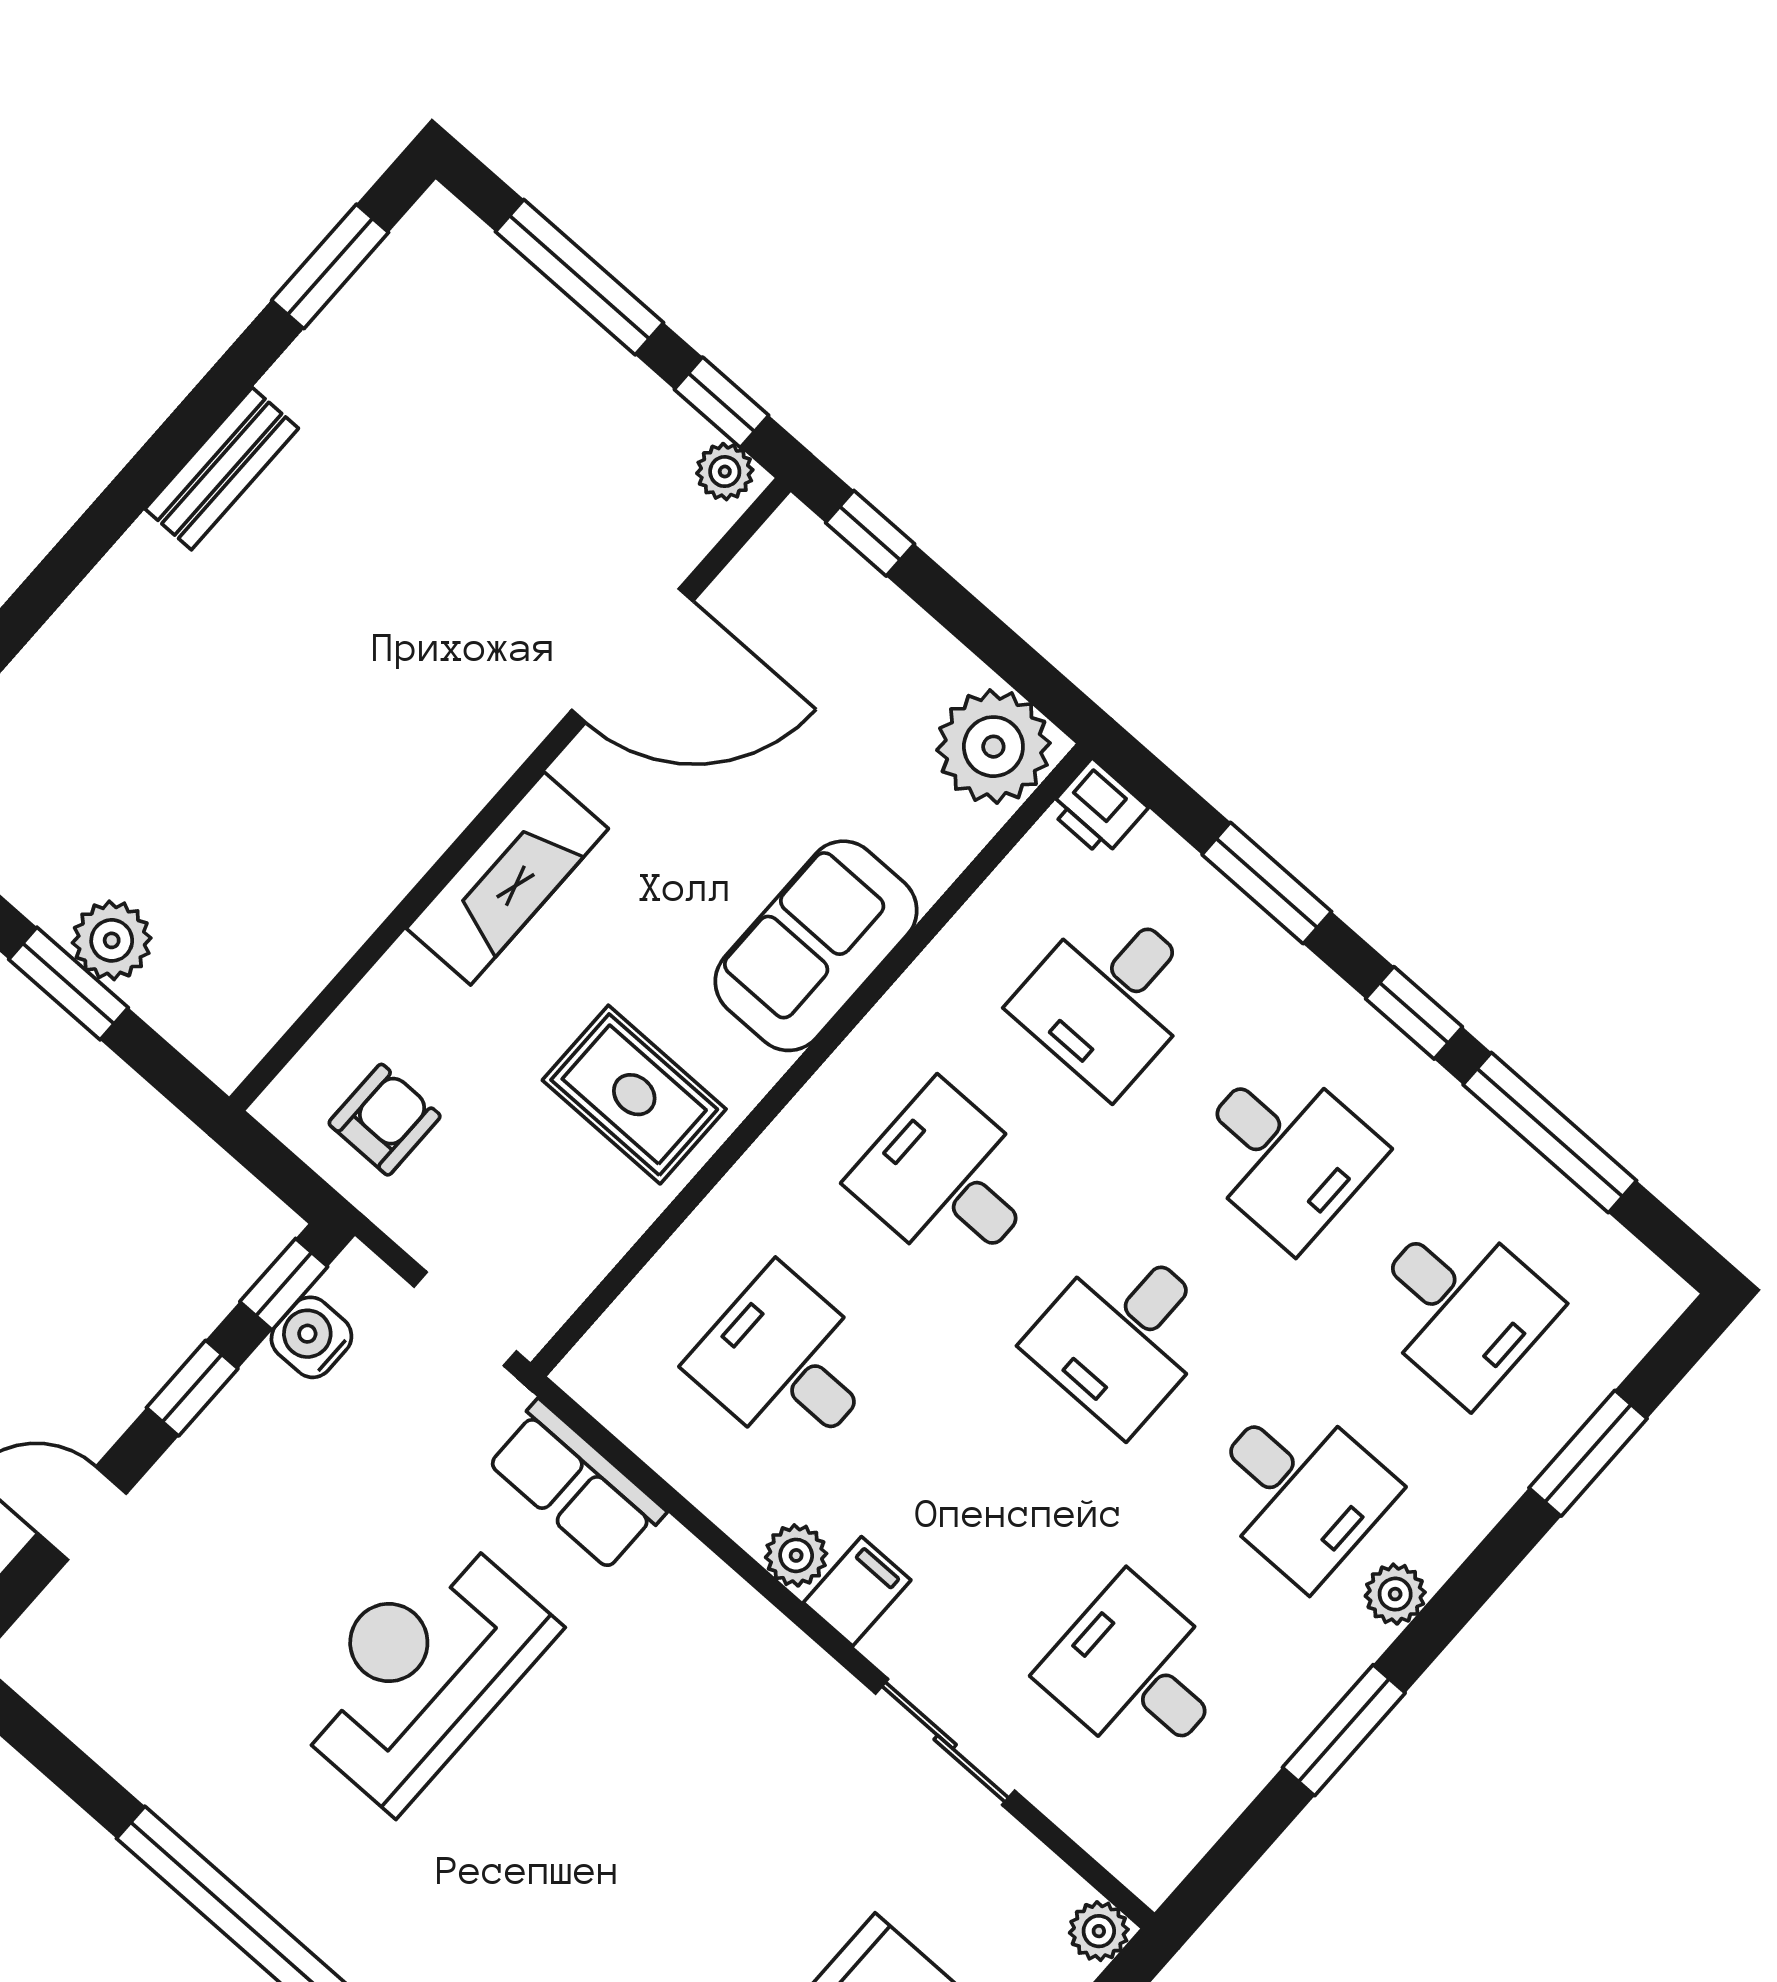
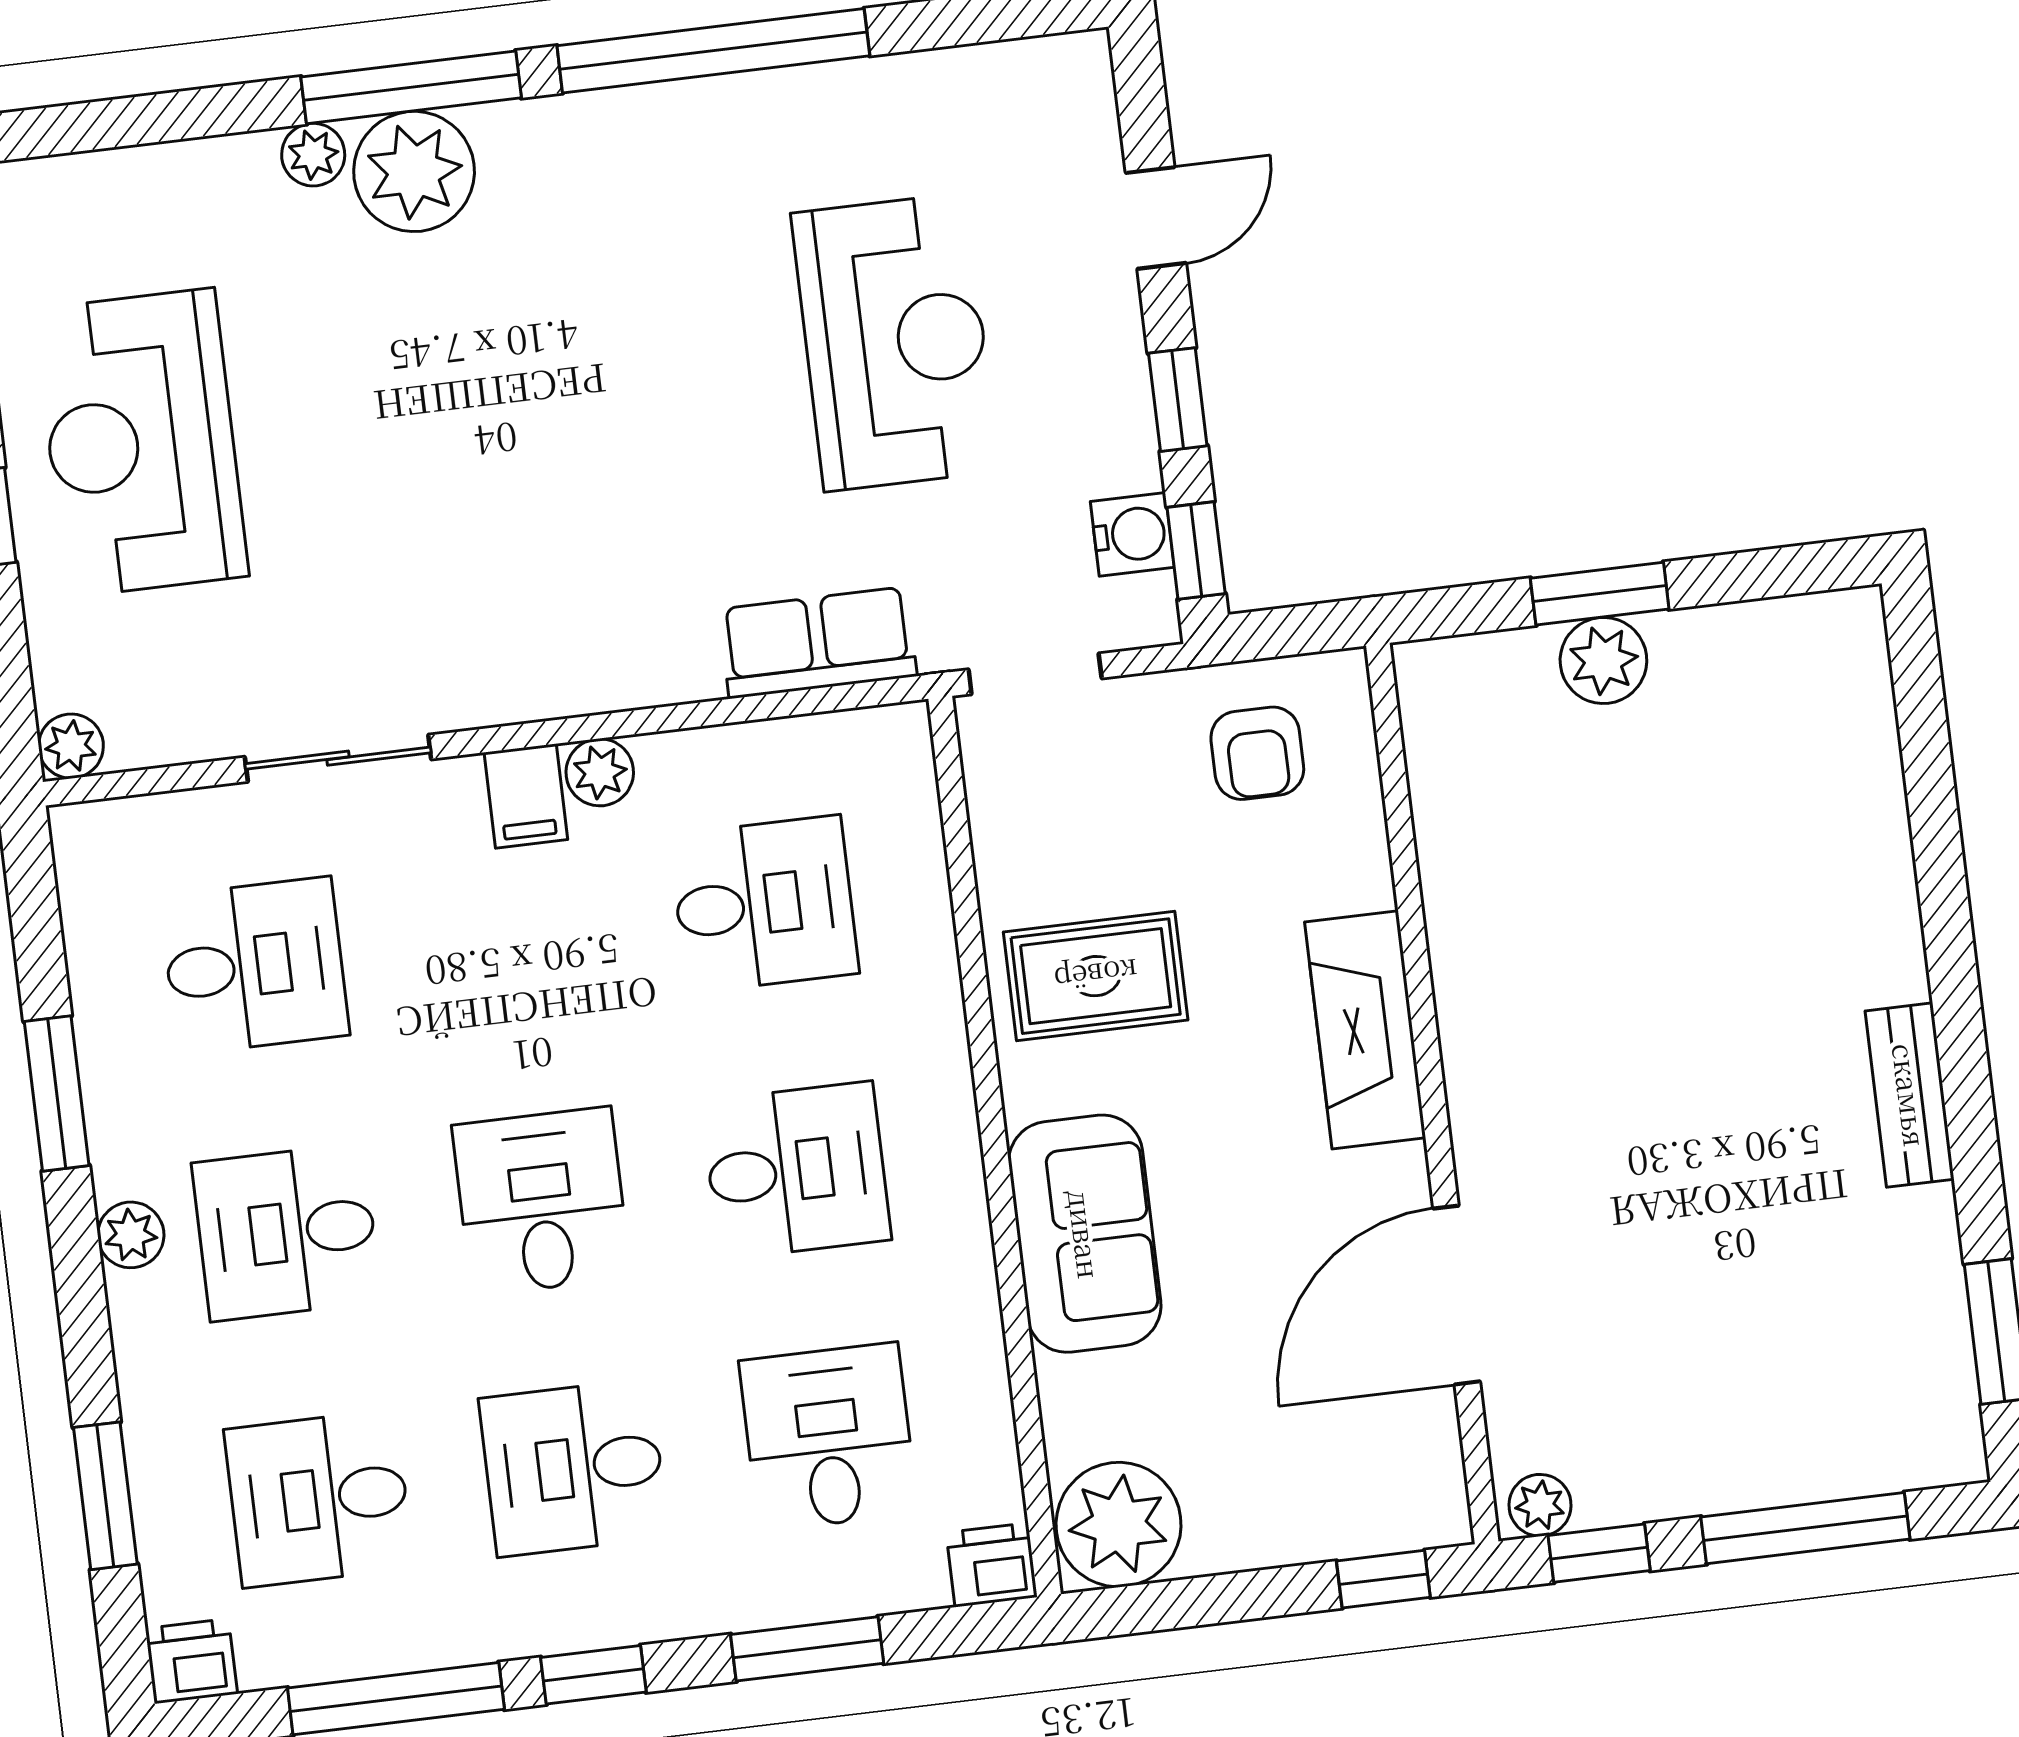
printer: (1648, 1294) -> (191, 1661), added
reception desk: (420, 1670) -> (895, 342), moved

